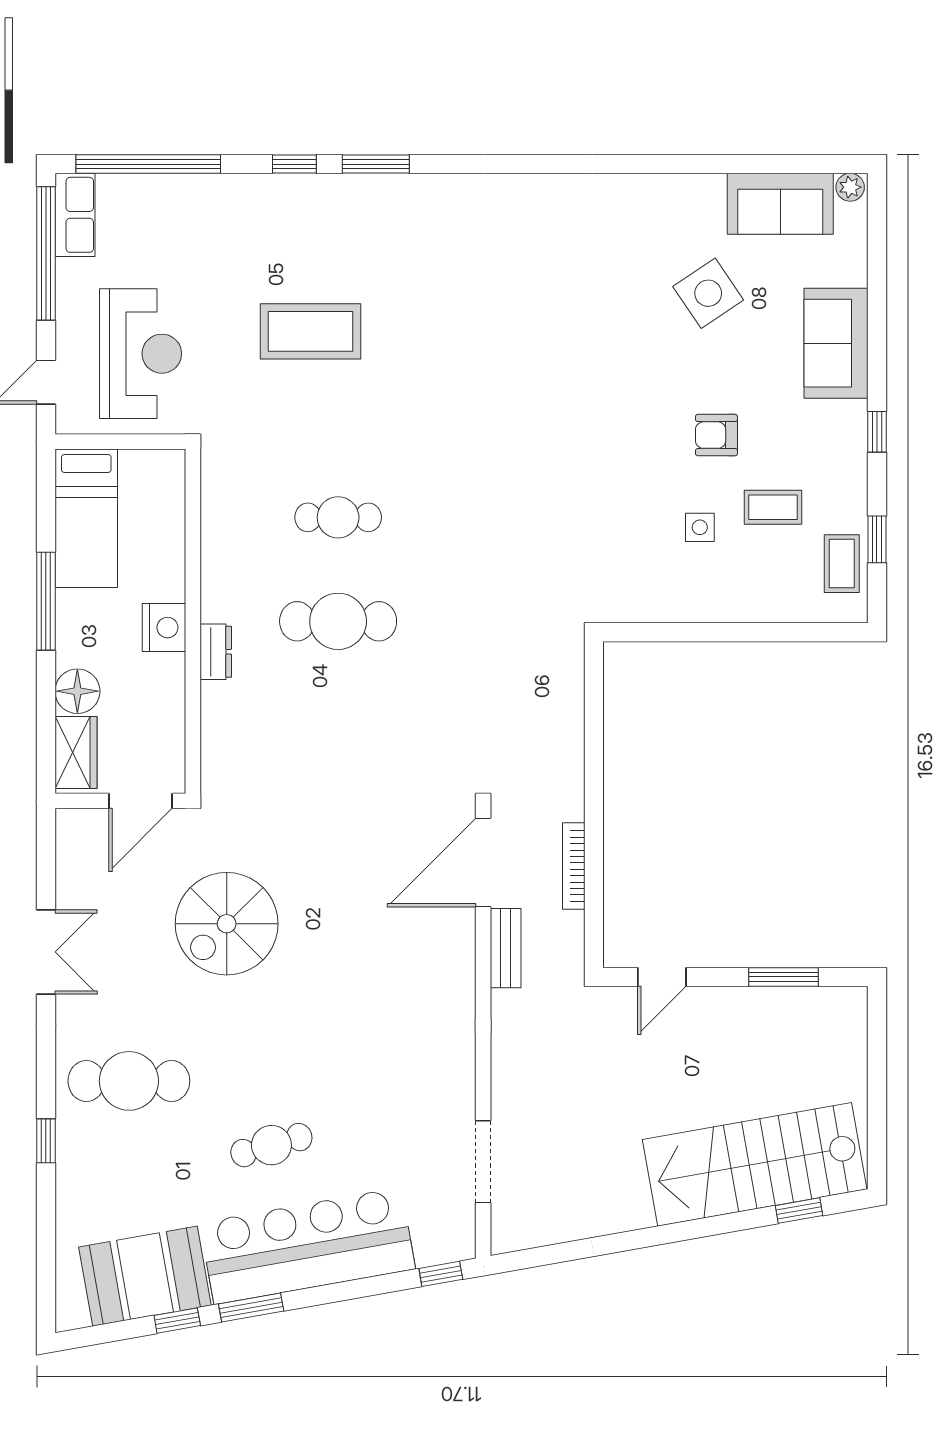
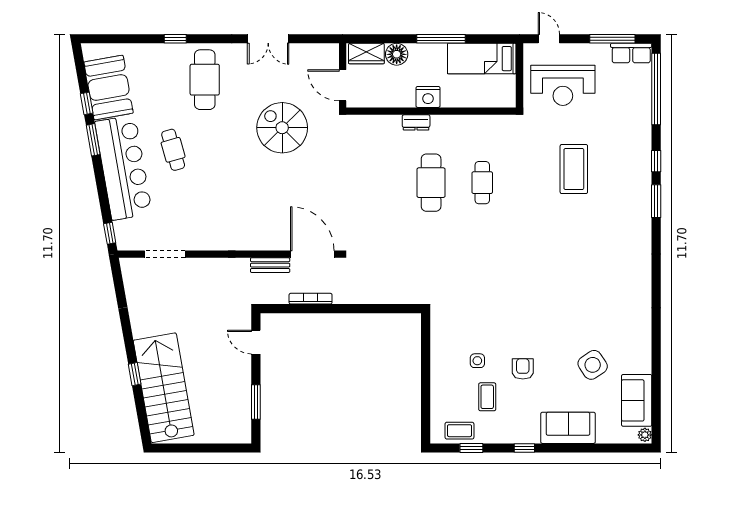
window: (46, 253) -> (612, 39), width x0.68
window: (799, 1211) -> (135, 374), moved

